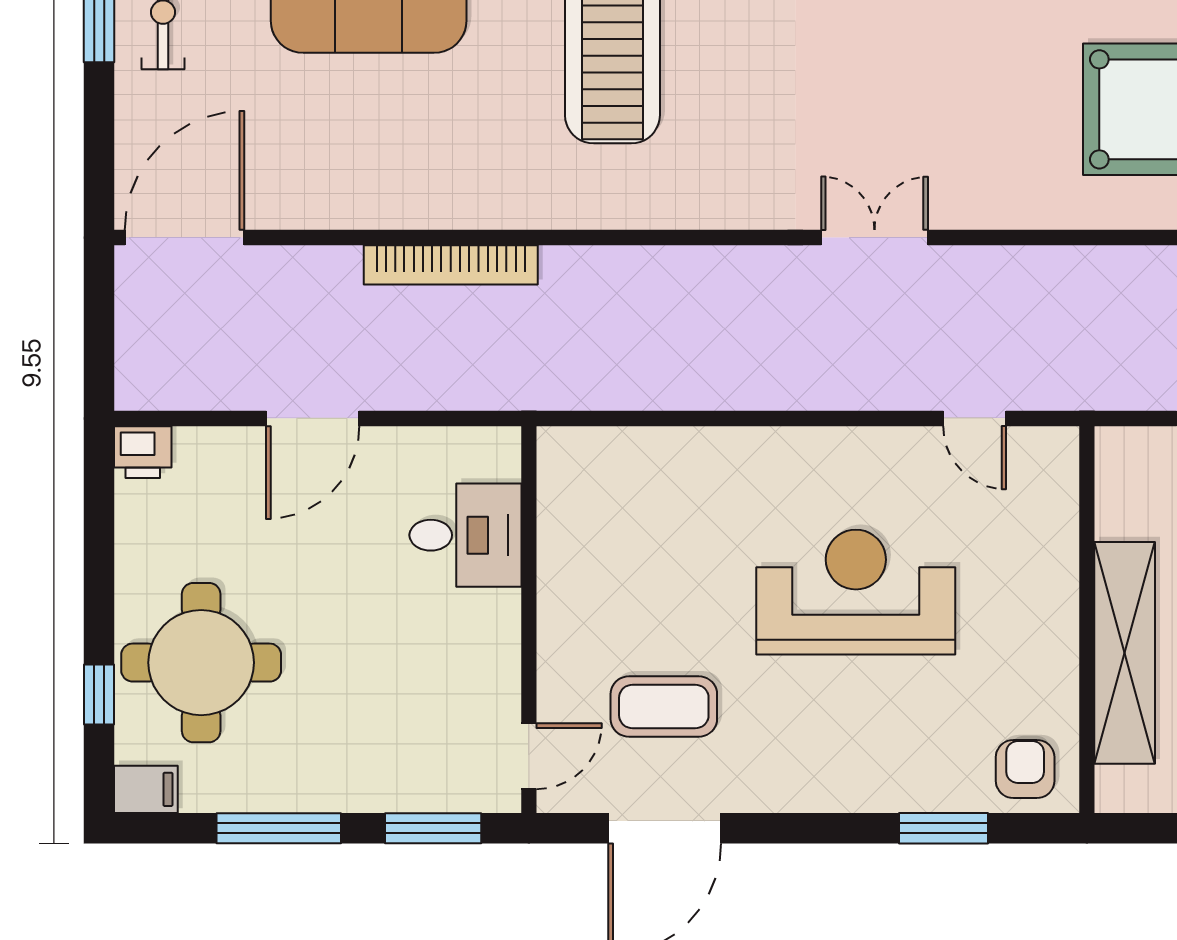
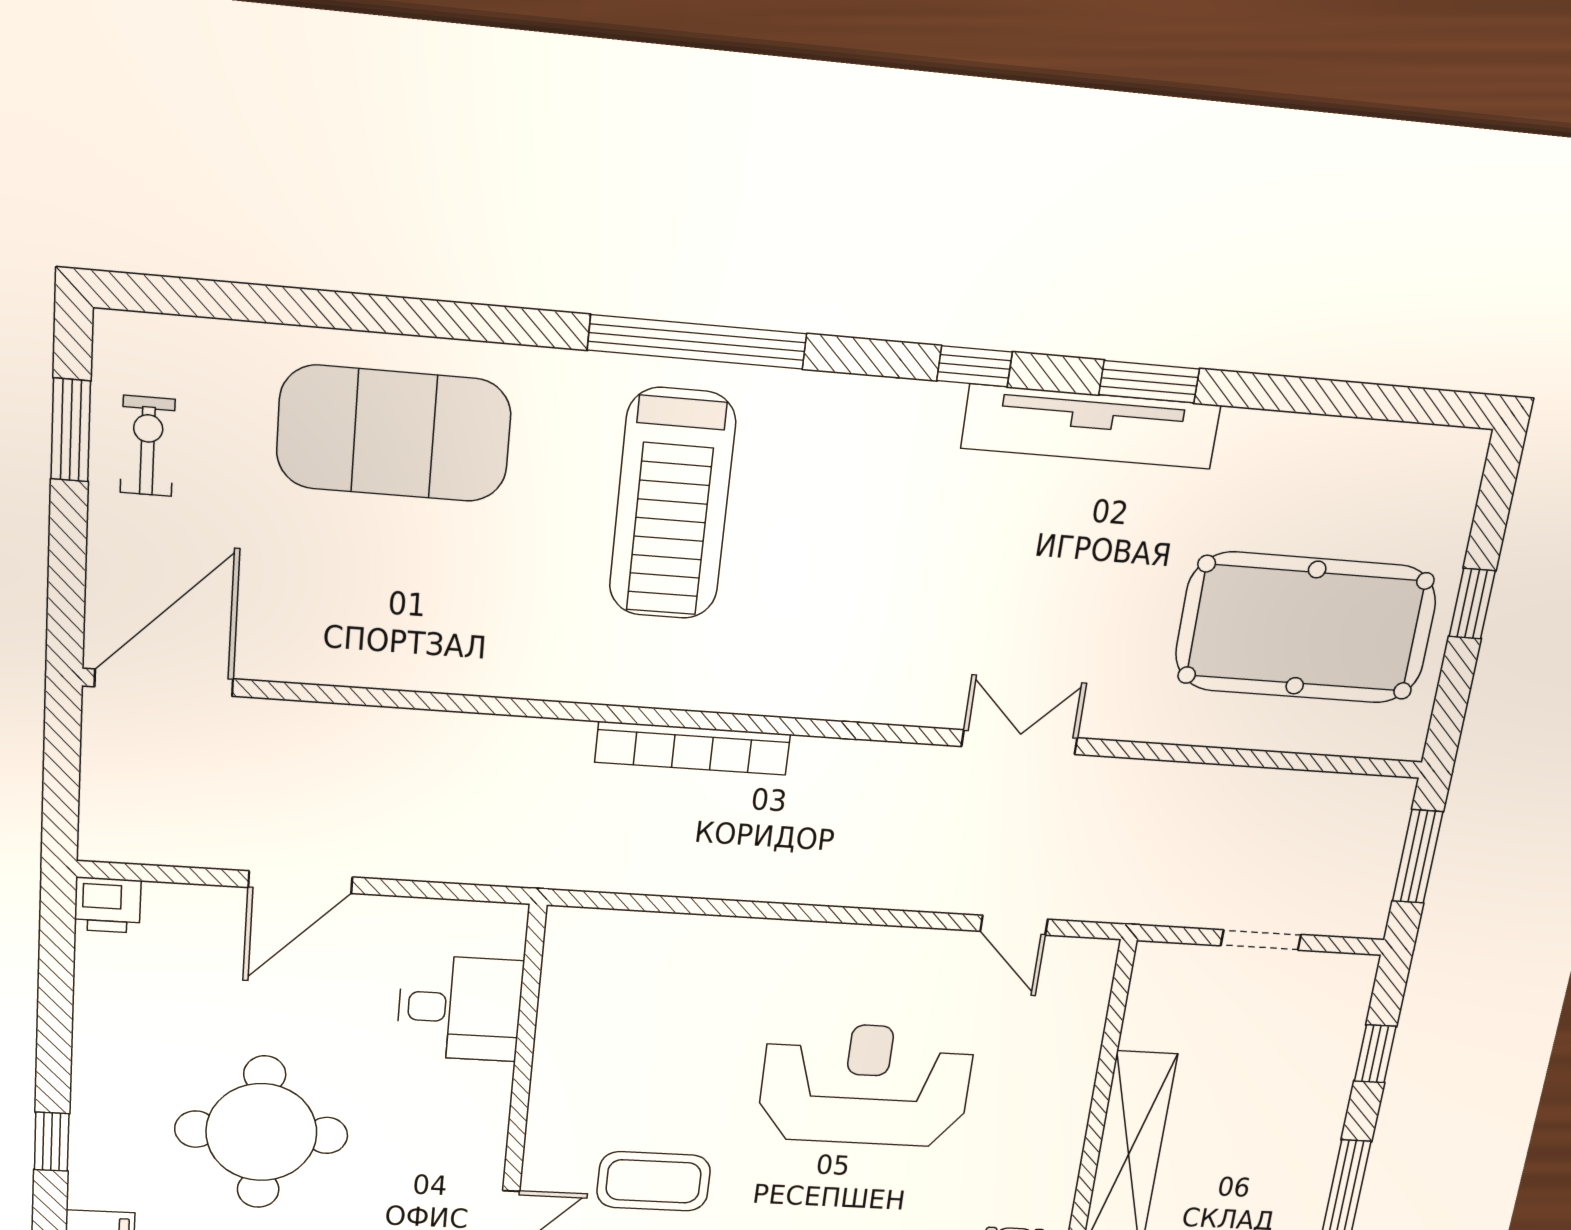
double door: (875, 238) -> (1019, 742), moved
bookcase: (451, 265) -> (693, 748), moved
round table: (201, 663) -> (261, 1132), moved

